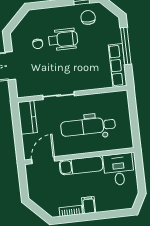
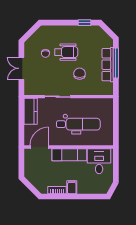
chair: (88, 18) -> (80, 74), moved
row of seats: (118, 65) -> (108, 65), moved
dental chair: (88, 127) -> (78, 124), turned 180

